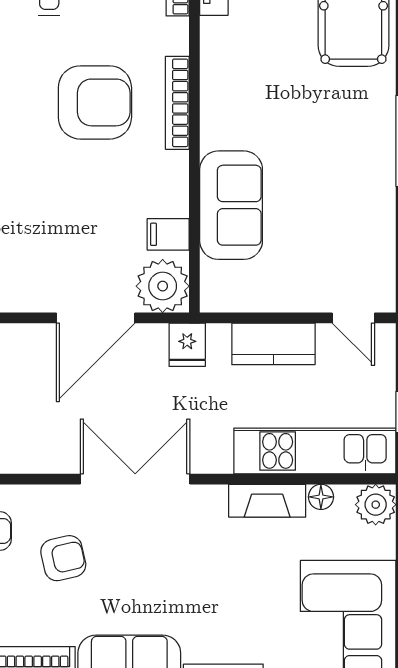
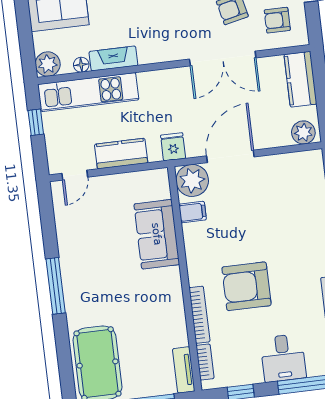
bookcase: (177, 103) -> (199, 315), moved
door: (353, 318) -> (75, 175), swing flipped
double door: (135, 479) -> (223, 59), moved

